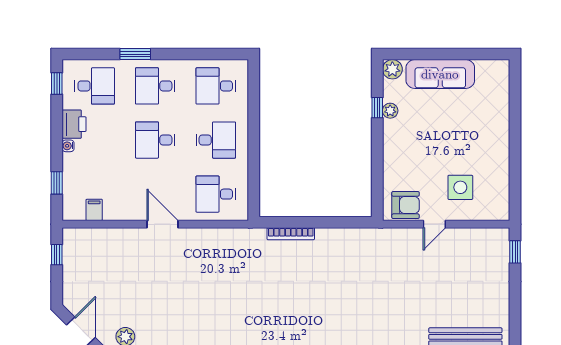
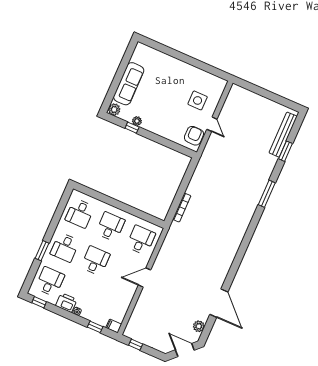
desk: (155, 140) -> (95, 261), turned 180
desk: (216, 194) -> (141, 240), turned 180
filing cabinet: (94, 210) -> (114, 326), moved
window: (515, 252) -> (247, 86), removed

